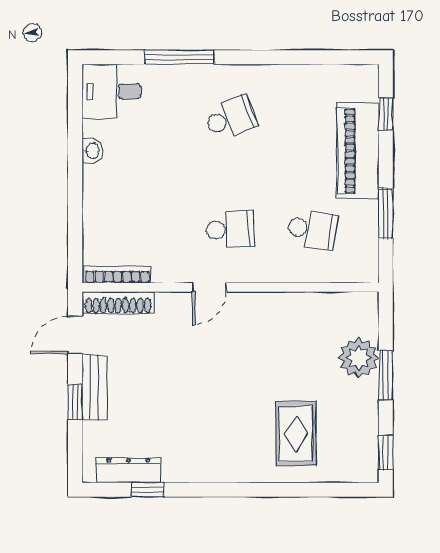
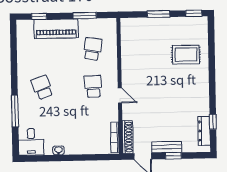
plant: (359, 358) -> (151, 27), removed

